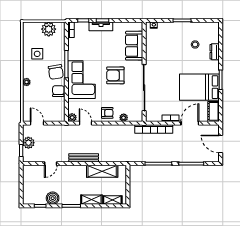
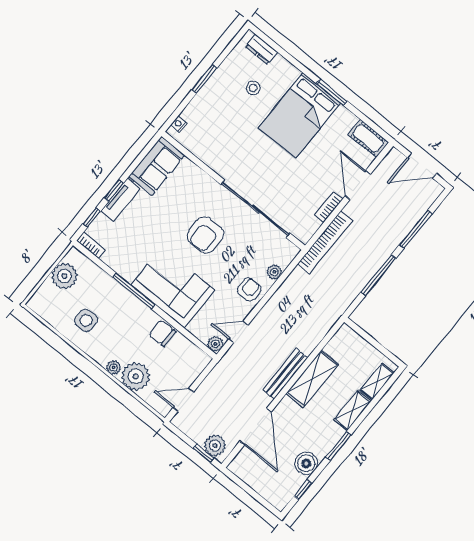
sofa: (134, 46) -> (157, 166), moved, turned -90
dresser: (215, 52) -> (261, 49), moved
chair: (56, 72) -> (133, 315), removed
bed: (199, 87) -> (299, 116), moved
plant: (30, 95) -> (136, 376), added
plant: (28, 143) -> (215, 445), moved
door: (51, 164) -> (255, 427), width x1.88
shelving: (102, 171) -> (312, 379), moved

